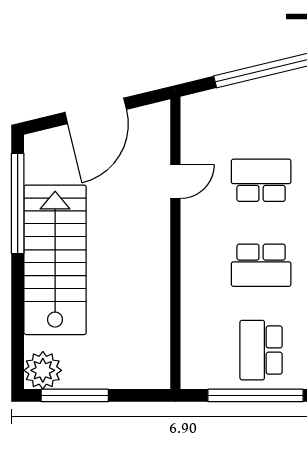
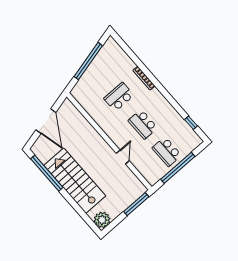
door: (175, 181) -> (123, 157), moved
school desk: (261, 265) -> (143, 124), turned 90
window: (75, 395) -> (136, 204), moved

